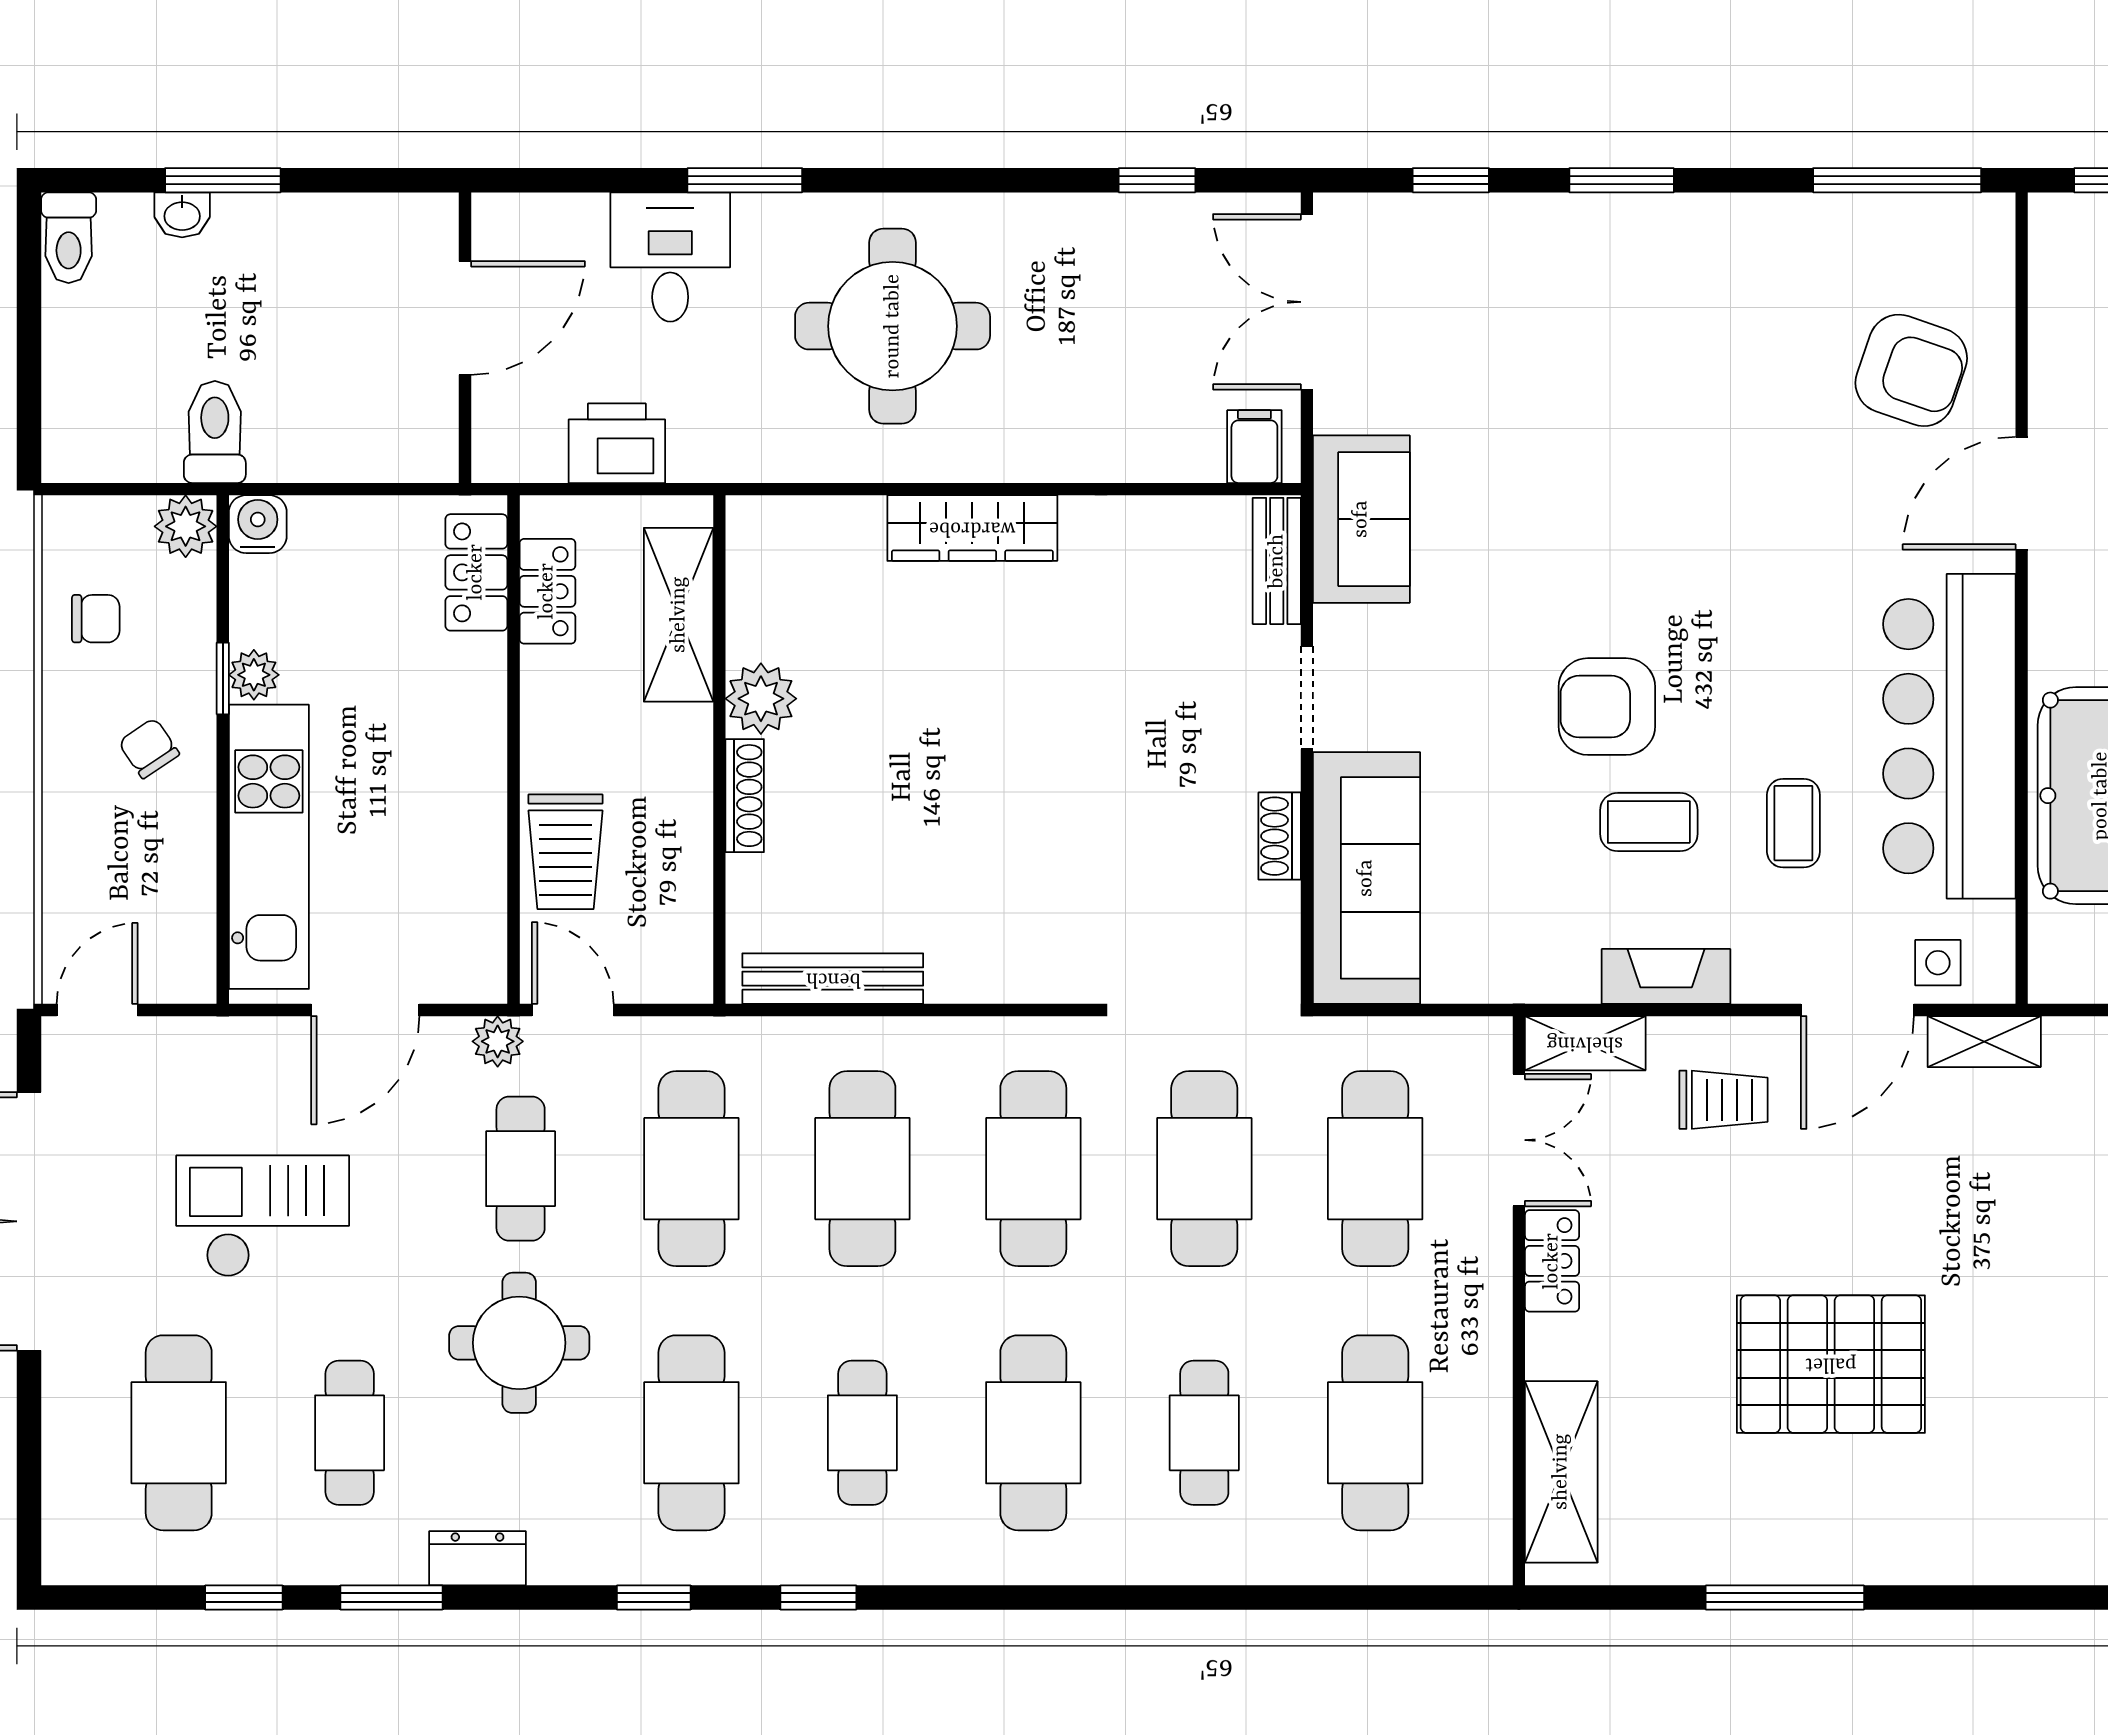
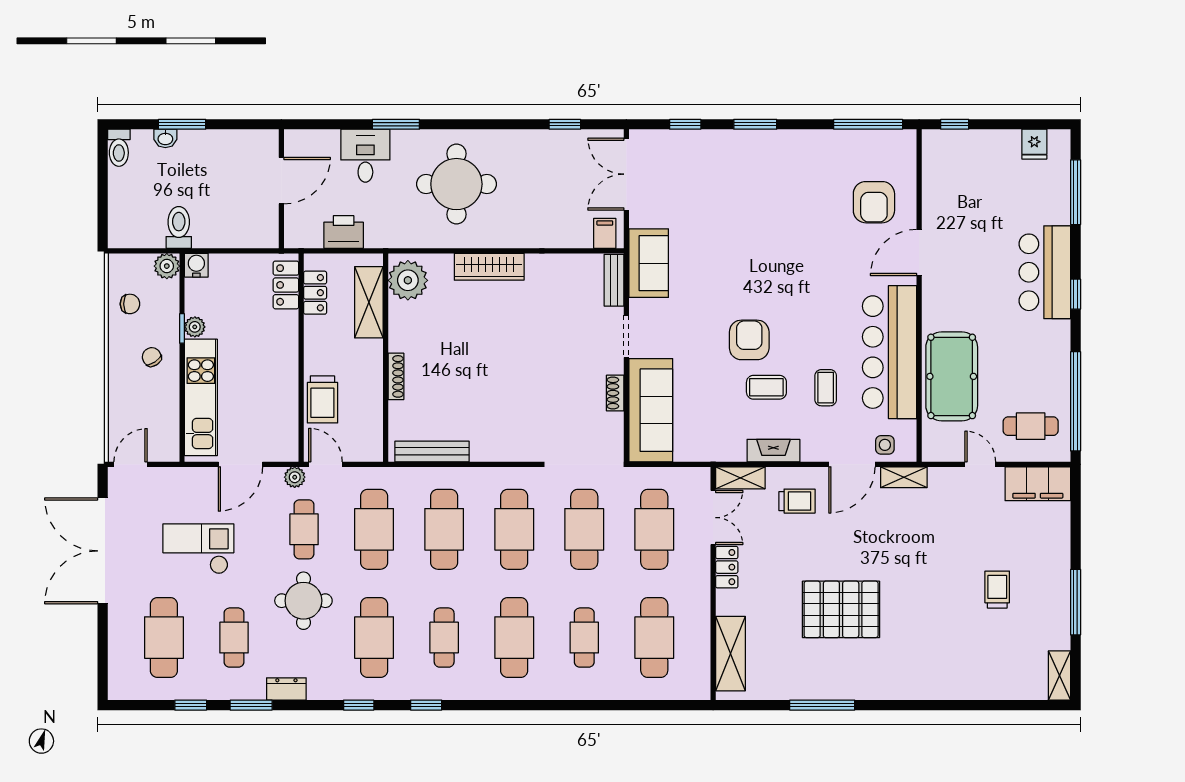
armchair: (1911, 370) -> (874, 202), turned 71
plant: (761, 699) -> (408, 280), moved, width x1.36, depth x1.36
armchair: (1607, 707) -> (749, 340), turned 90

